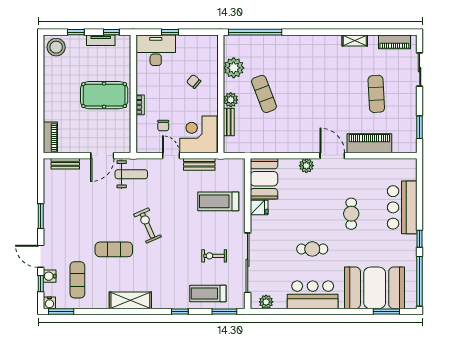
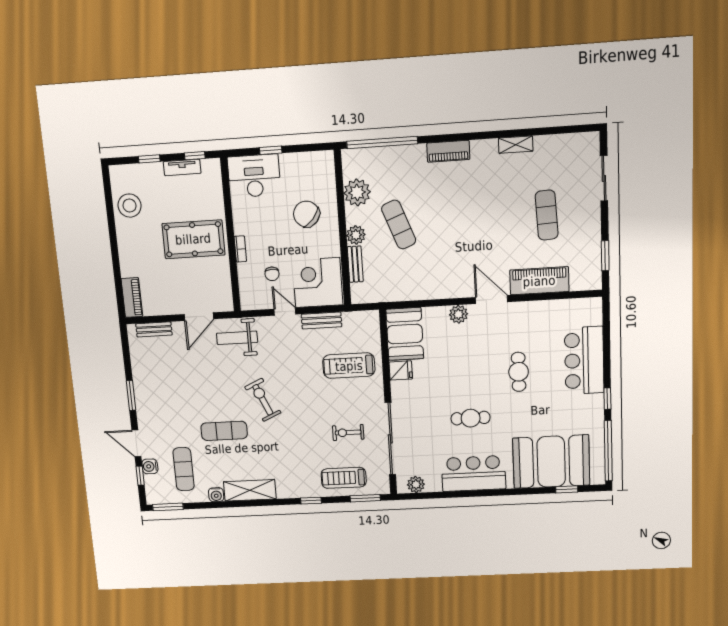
piano: (394, 42) -> (448, 151), moved
stool: (56, 47) -> (130, 206), moved
chair: (194, 81) -> (306, 214), width x1.87, depth x1.87
weight bench: (131, 174) -> (237, 338), turned 180
water cooler: (49, 303) -> (216, 495), moved
window: (386, 312) -> (567, 489), width x0.67

